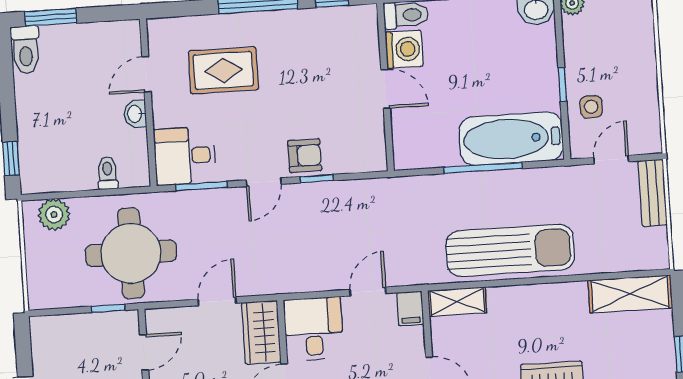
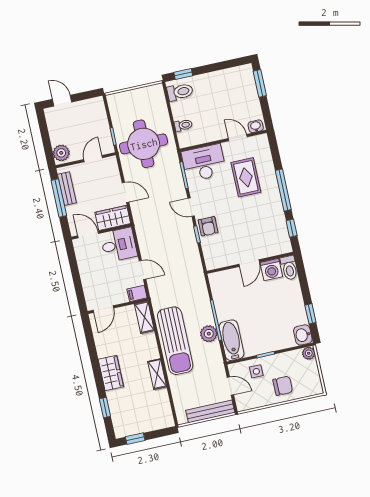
toilet: (26, 50) -> (180, 92), moved, turned 180
chair: (626, 61) -> (283, 386), added
washbasin: (135, 114) -> (256, 126), moved
bathtub: (511, 139) -> (231, 340), width x0.73, depth x0.73
desk: (185, 156) -> (204, 163), width x1.37
bench: (653, 193) -> (210, 411), width x1.36
plant: (54, 215) -> (209, 334), moved
shelving: (630, 294) -> (157, 374), moved, width x0.67, depth x0.75
door: (144, 352) -> (93, 159), swing flipped

